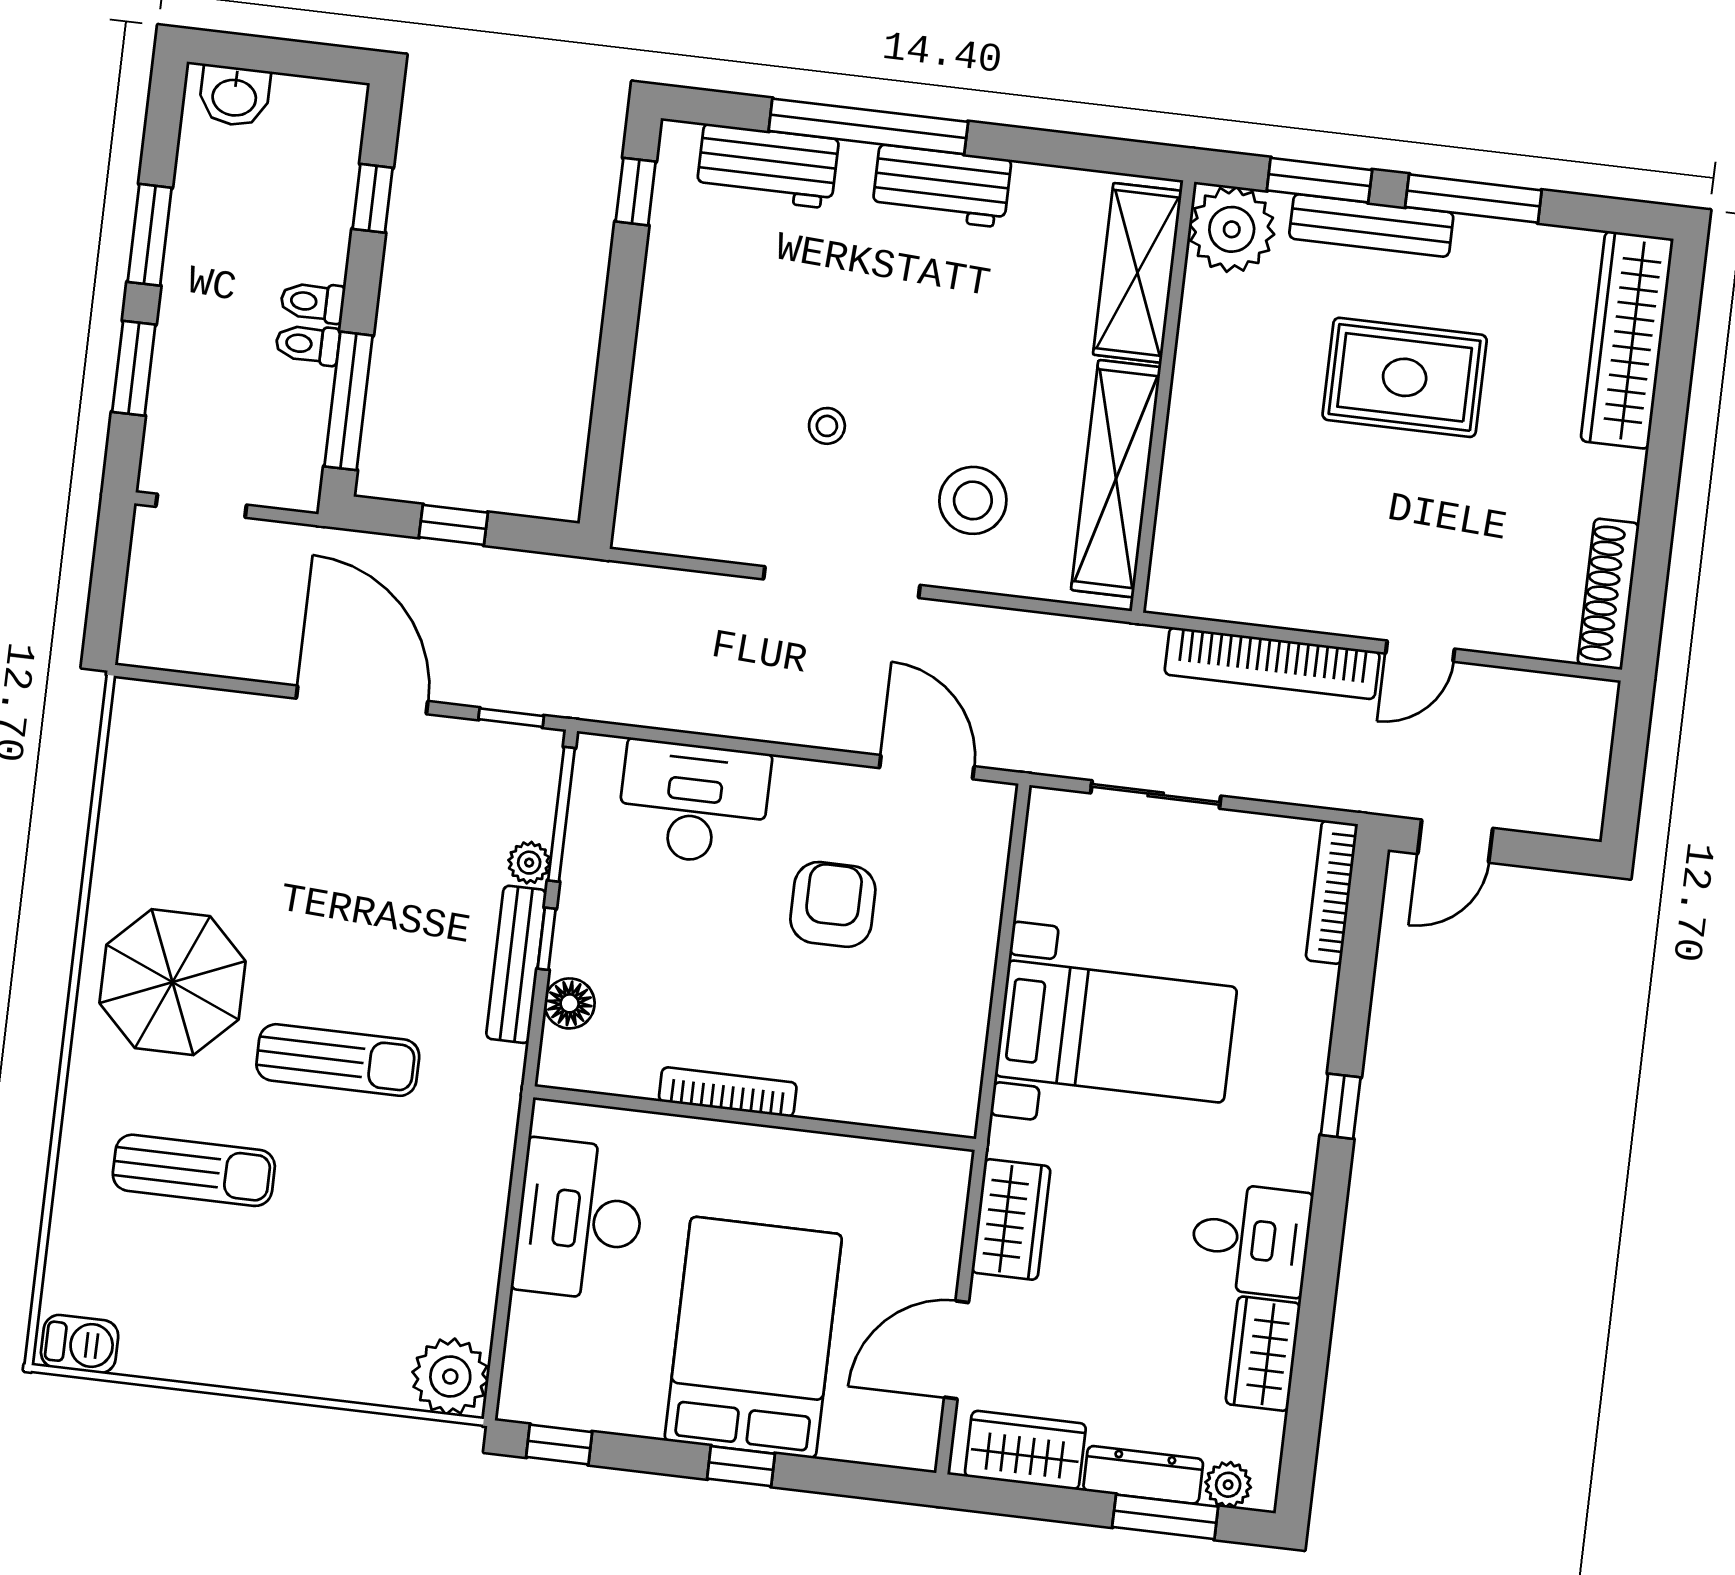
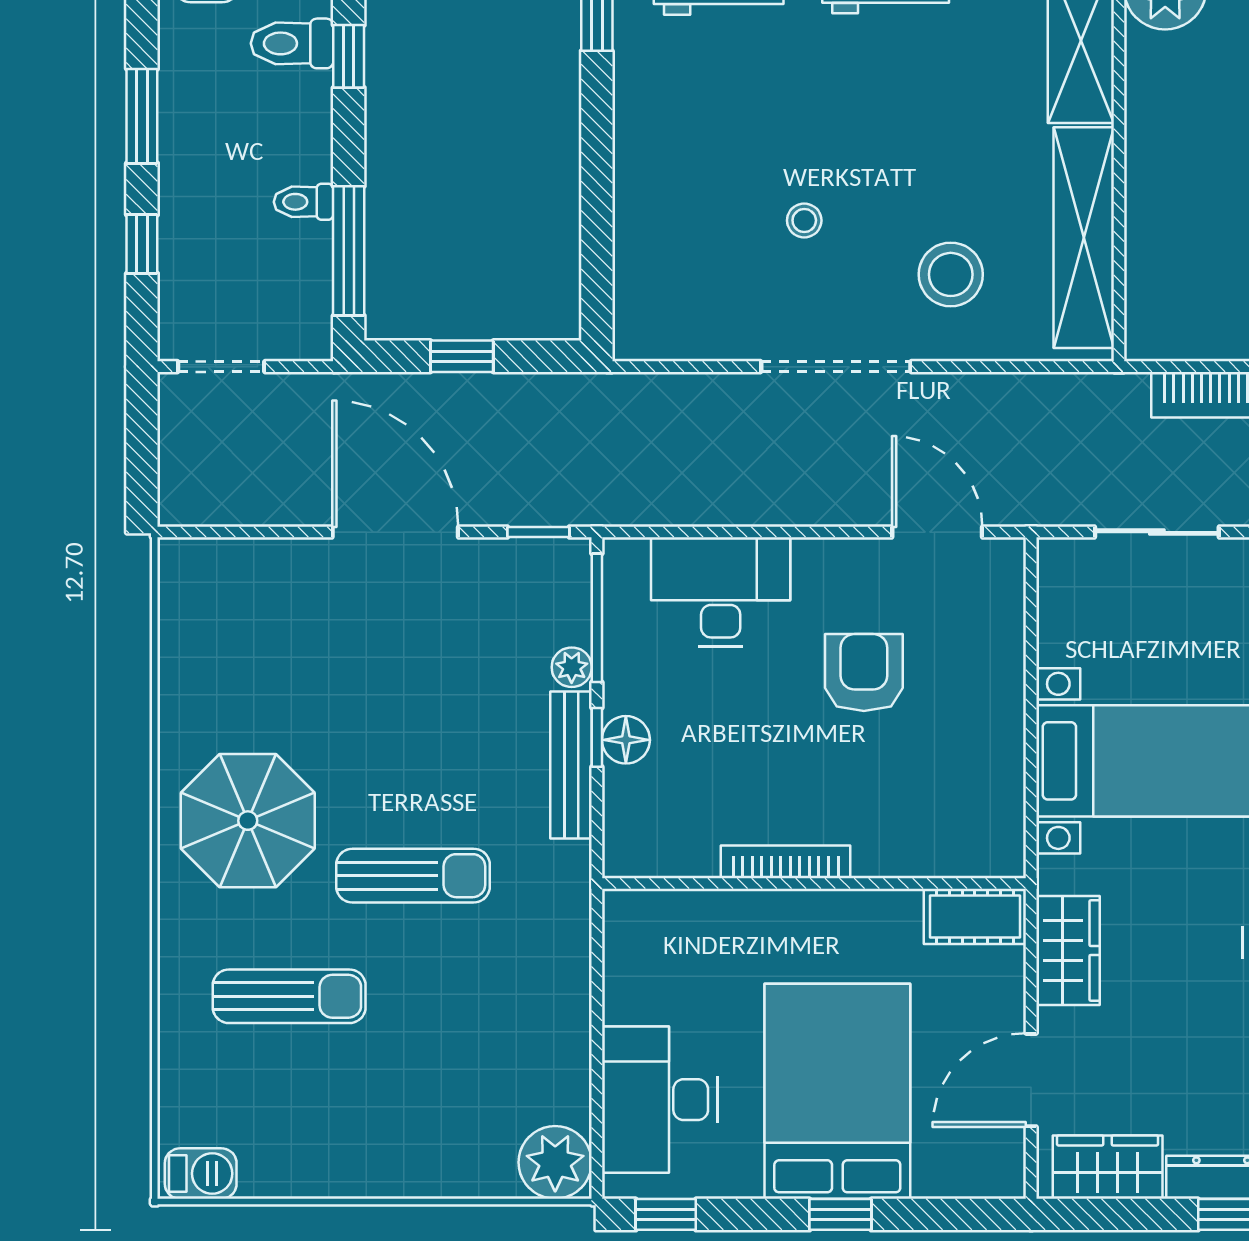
toilet: (312, 302) -> (292, 43), moved, width x1.37, depth x1.39
window: (134, 368) -> (142, 244), width x0.67
floor lamp: (570, 1003) -> (626, 740), moved
cot: (918, 1172) -> (975, 916), added
desk: (579, 1220) -> (660, 1100), moved

